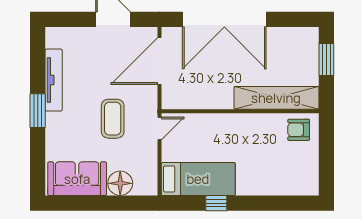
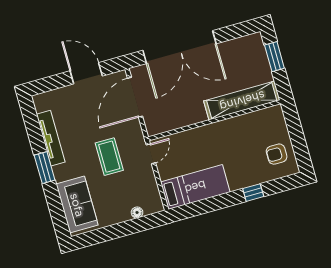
armchair: (299, 130) -> (277, 154), moved
sofa: (77, 179) -> (77, 205), moved, turned 90
floor lamp: (120, 183) -> (137, 213), width x0.53, depth x0.53
window: (216, 203) -> (253, 193), moved

